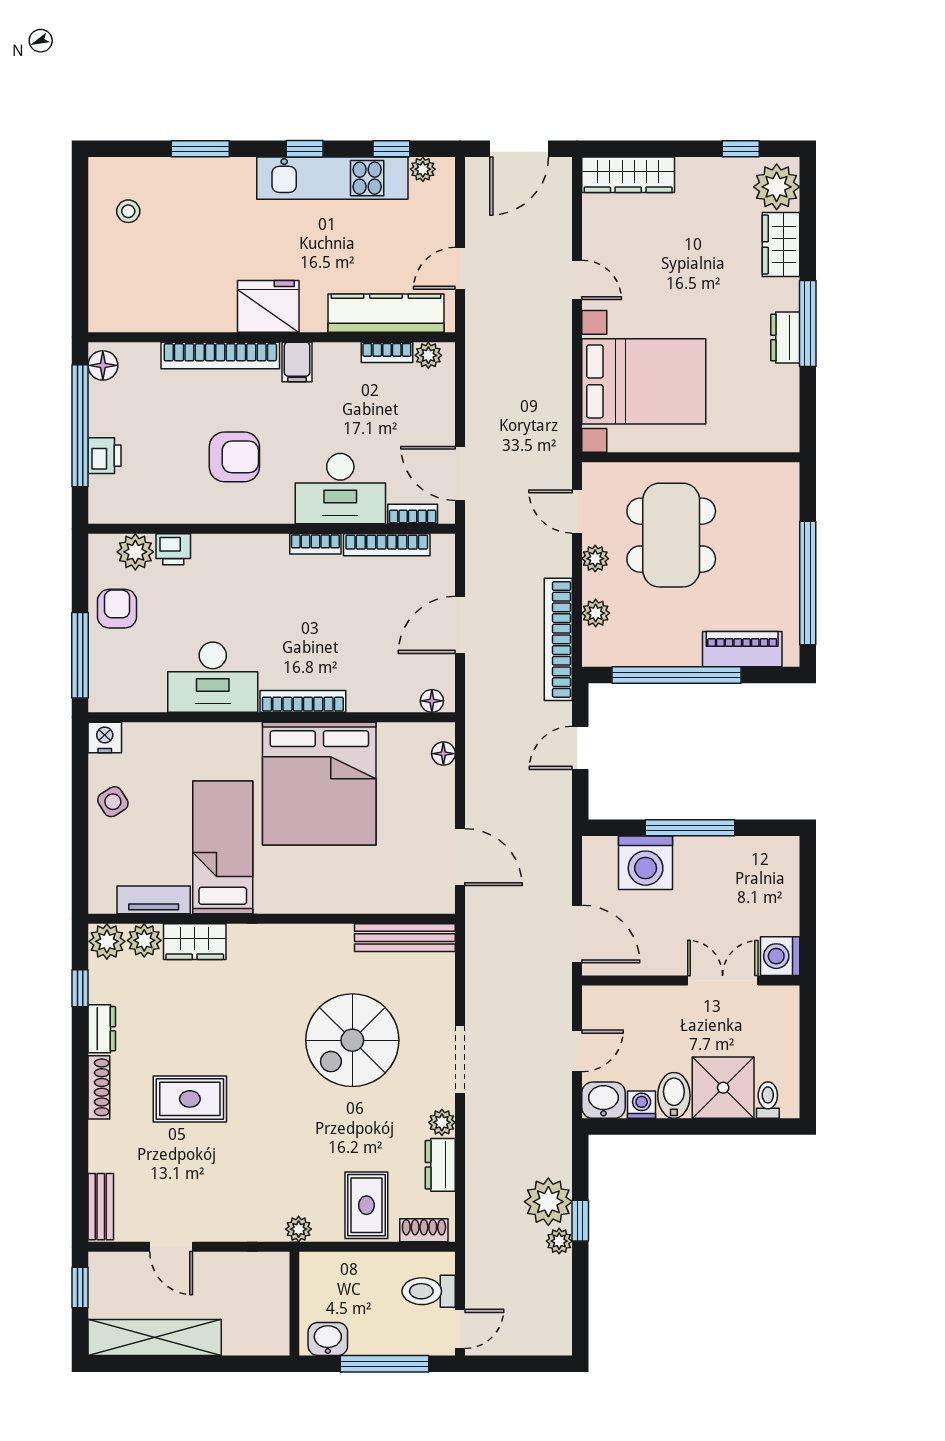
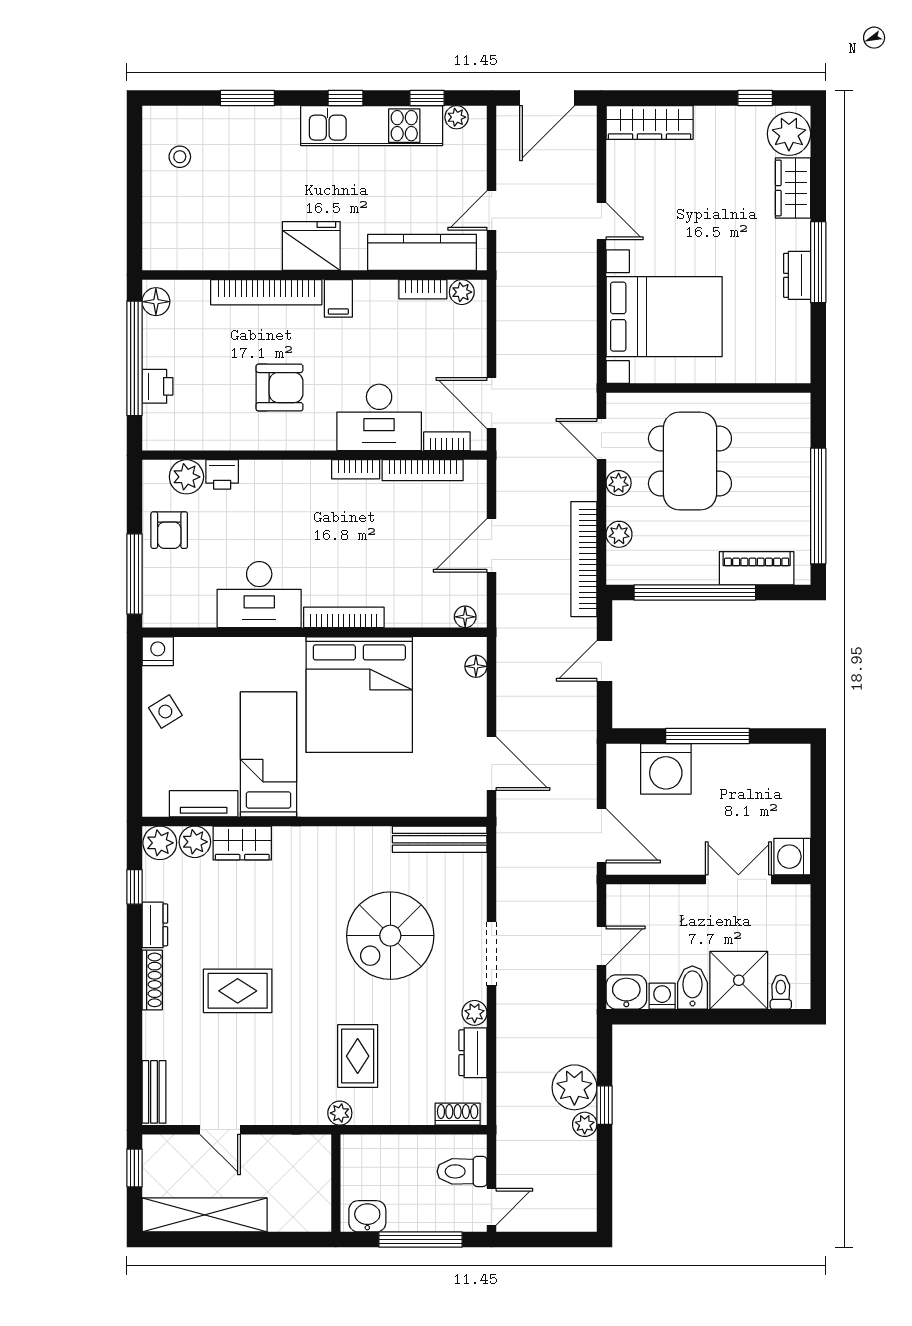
armchair: (117, 609) -> (169, 530), turned 180
rug: (366, 1205) -> (358, 1056), moved

